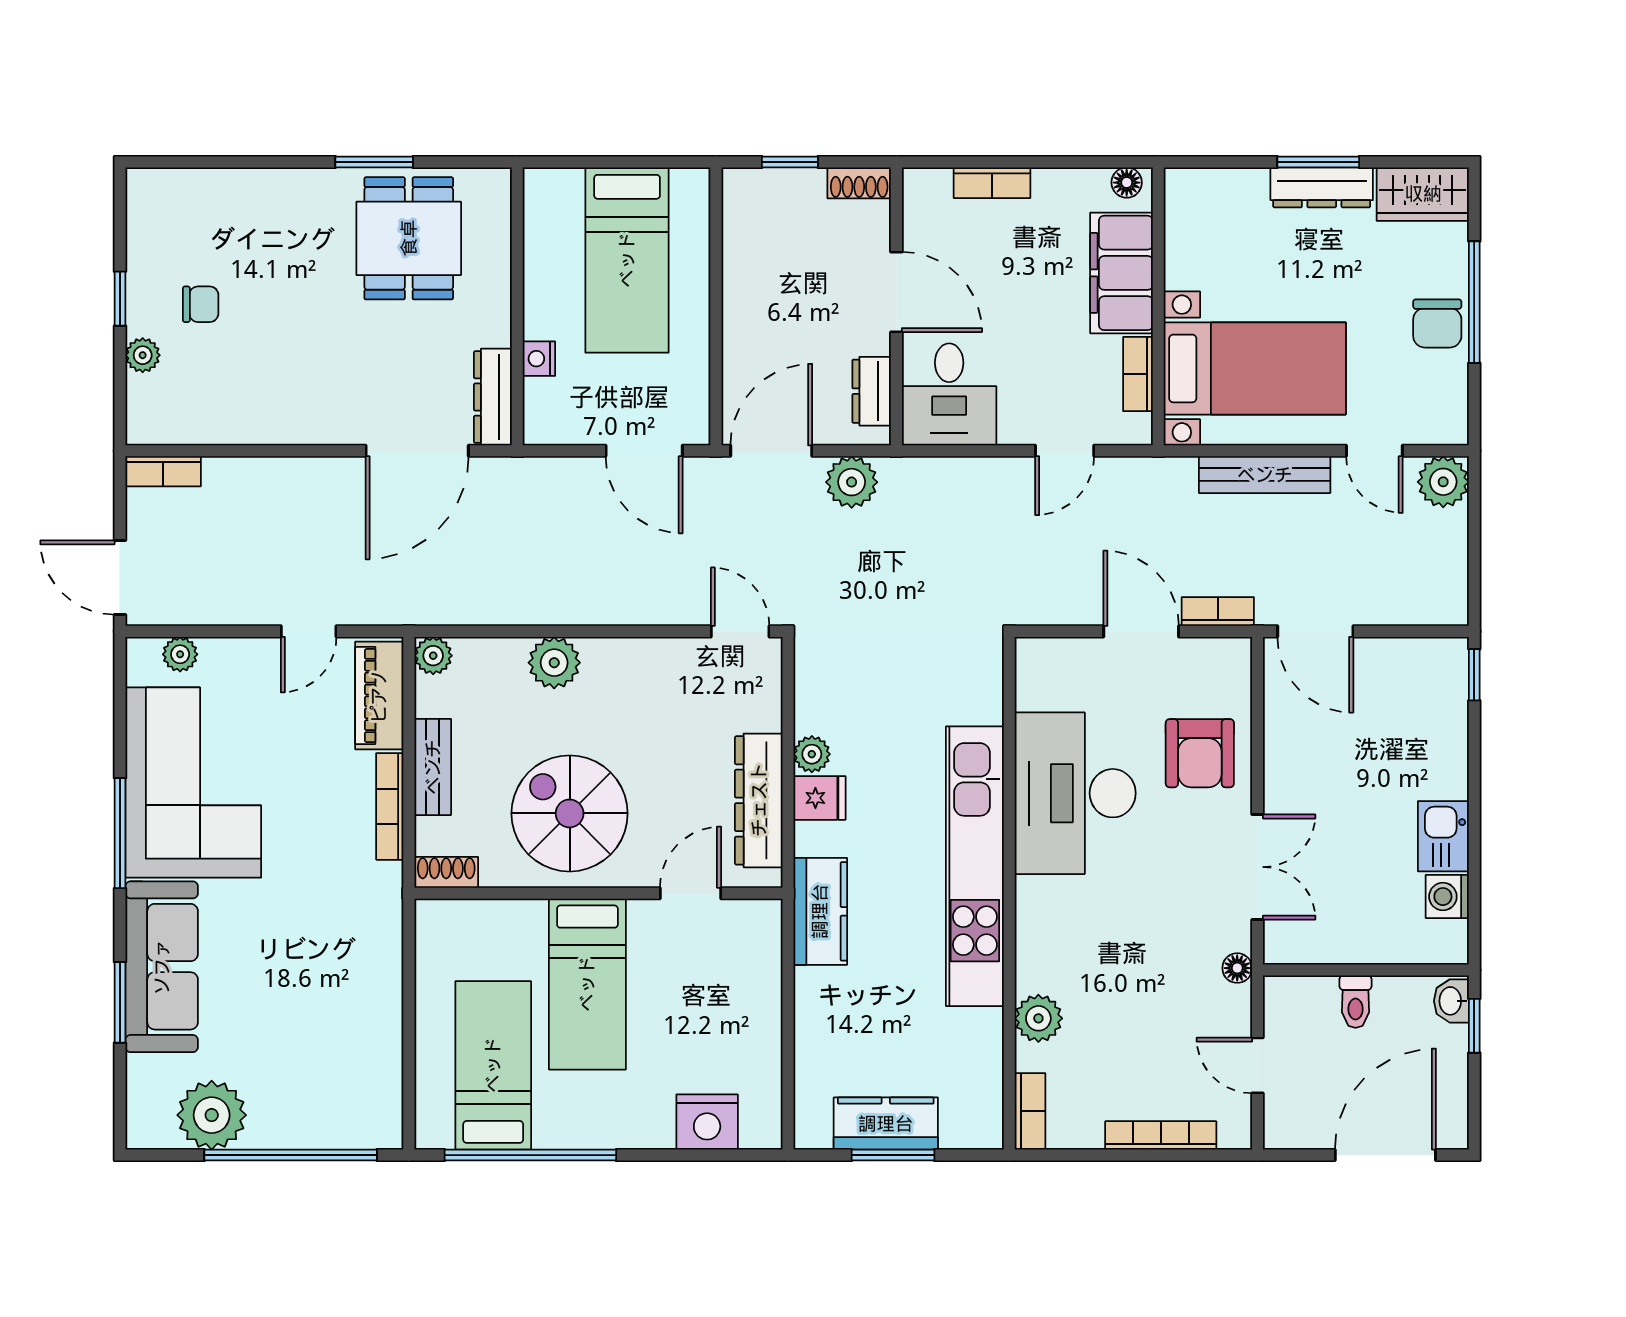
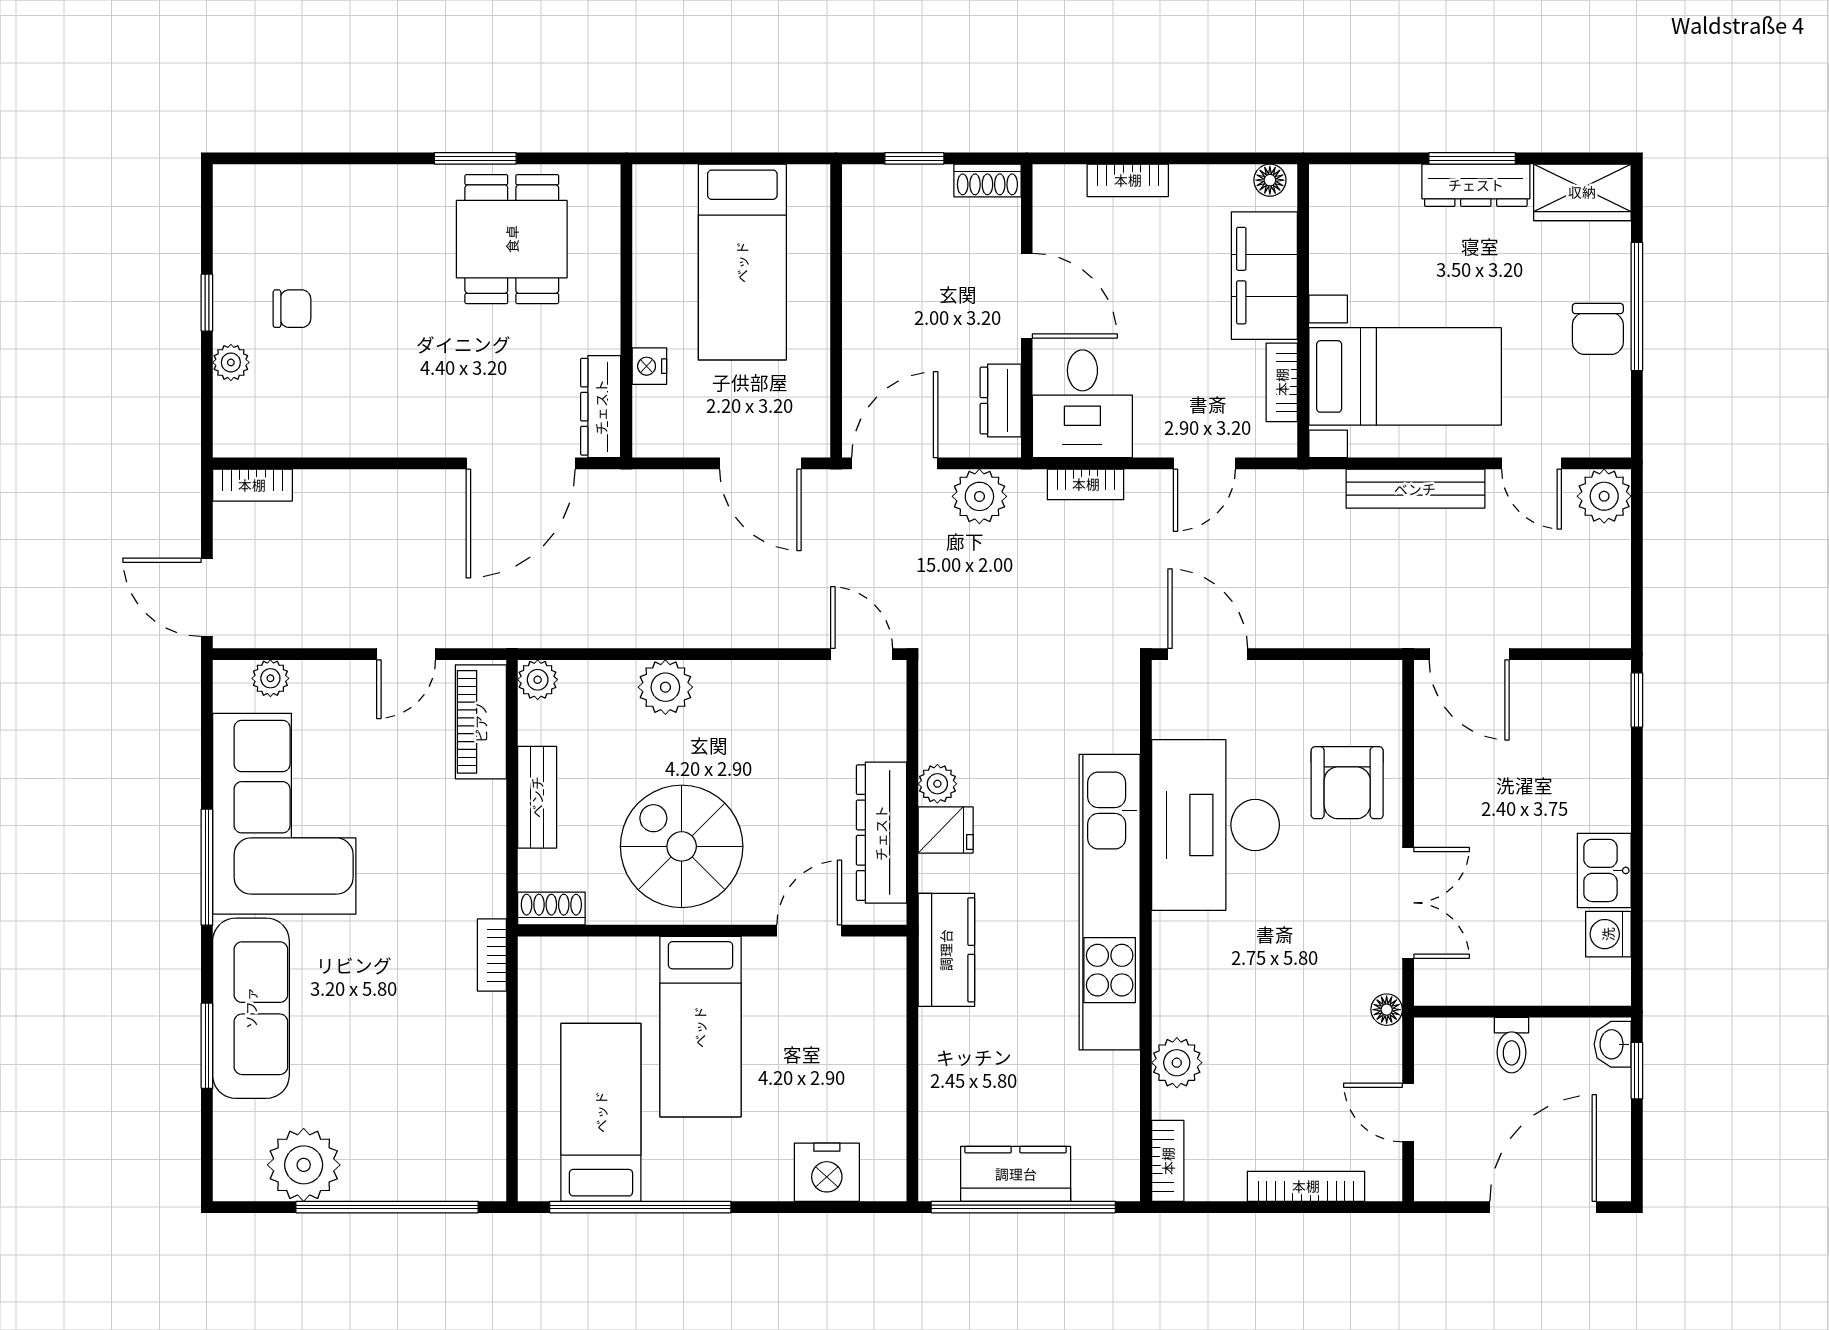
bookcase: (1218, 612) -> (1086, 484), moved, turned 180
door: (1141, 631) -> (1208, 654), moved
bookcase: (390, 806) -> (492, 955), moved, width x0.64
window: (893, 1155) -> (1023, 1207), width x2.11

